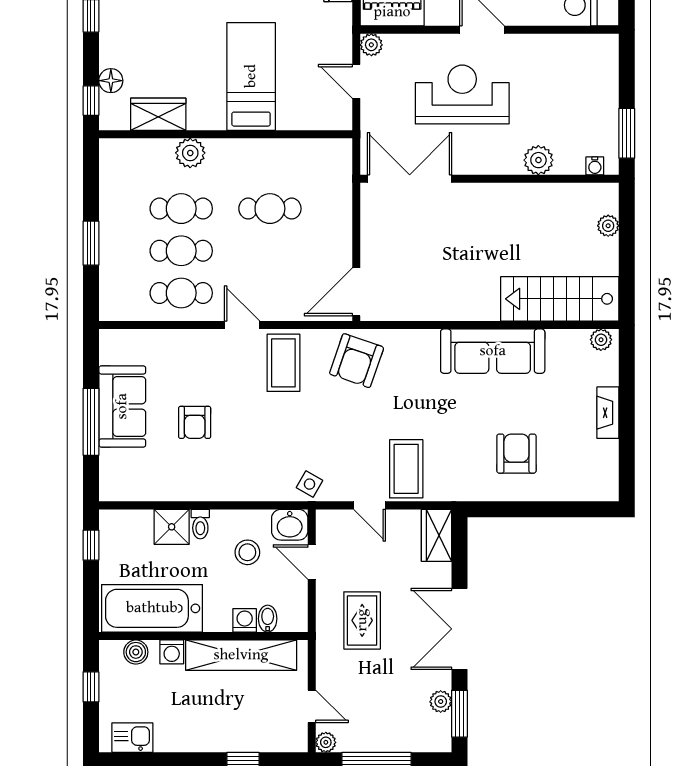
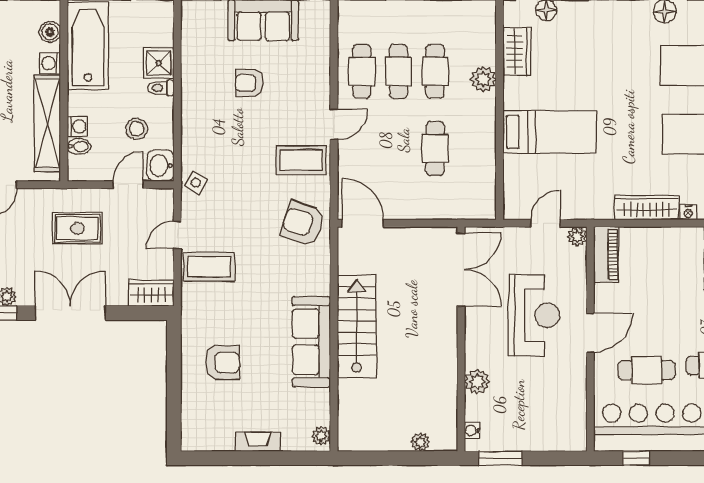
stairs: (560, 299) -> (357, 326), moved

